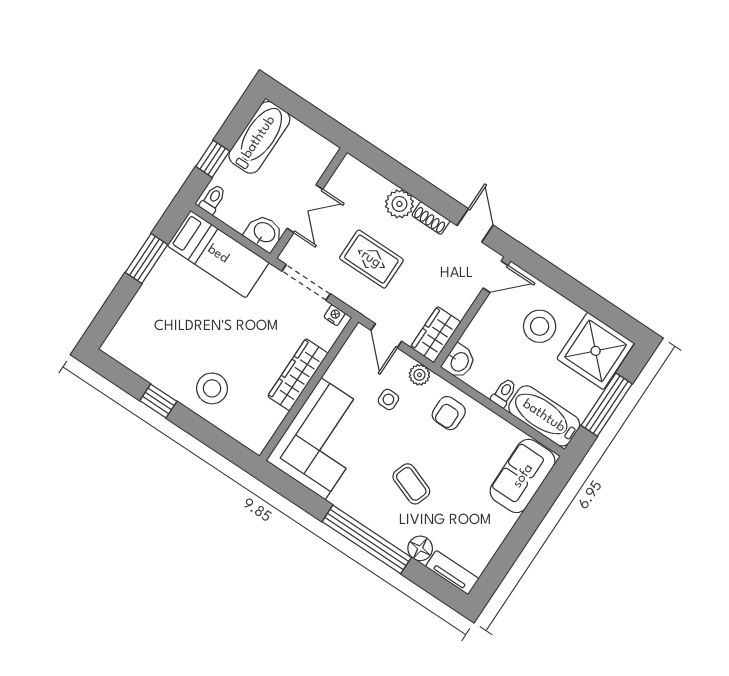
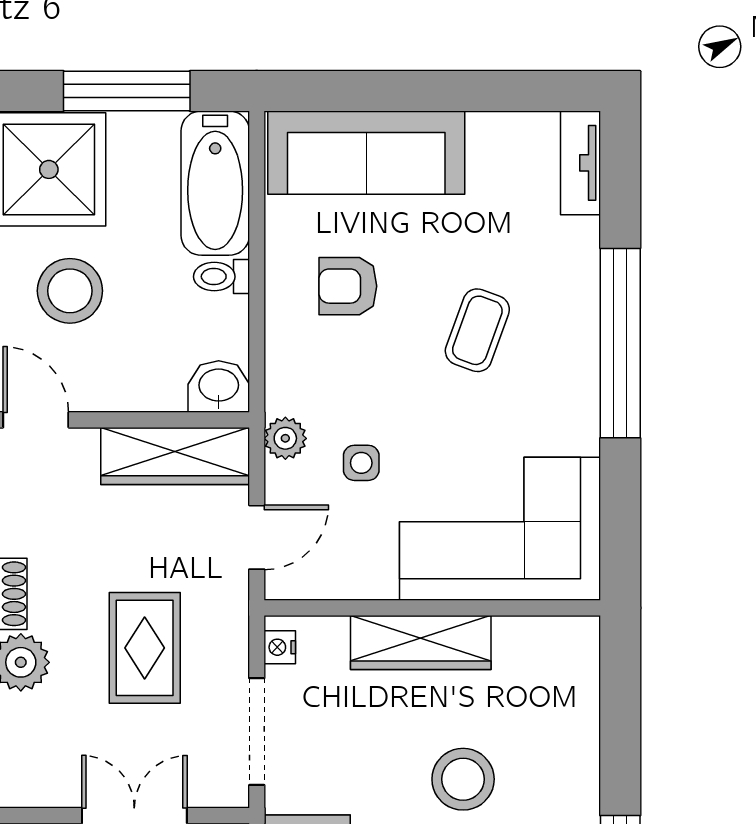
wardrobe: (436, 335) -> (175, 456), width x1.50
stool: (212, 388) -> (463, 779), moved
armchair: (449, 413) -> (348, 286), moved, turned 180
sofa: (523, 476) -> (366, 153), width x1.36
floor lamp: (420, 548) -> (576, 244), removed

